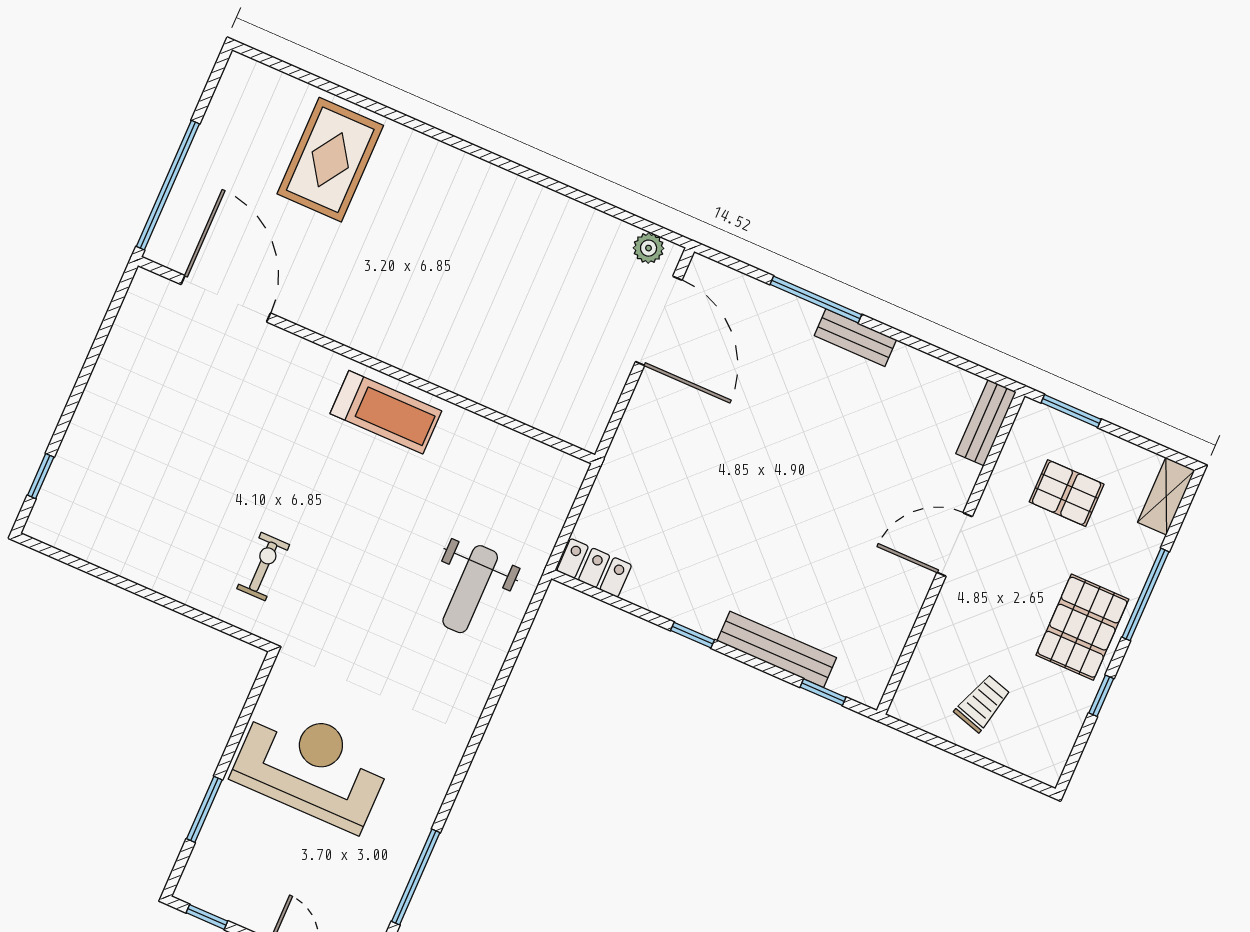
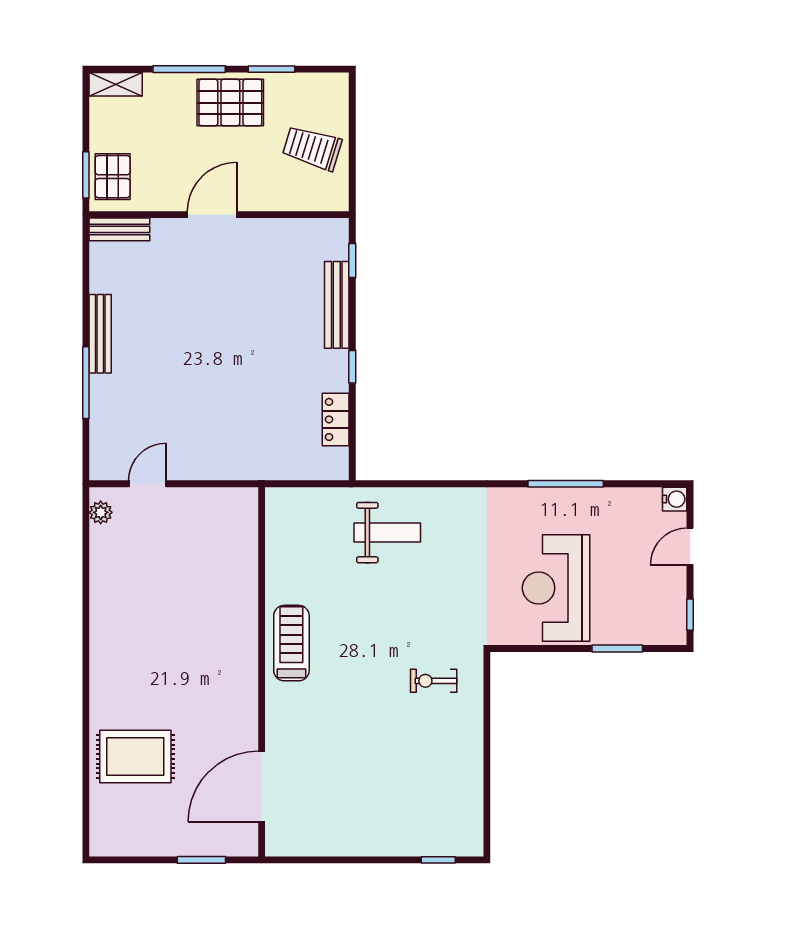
window: (168, 185) -> (201, 860), width x0.47
door: (659, 321) -> (147, 484), width x0.53
bench: (855, 338) -> (100, 334), width x1.36
pallet: (1067, 493) -> (113, 177), moved
door: (955, 544) -> (212, 215), swing flipped
locker: (594, 568) -> (336, 419), moved
window: (1101, 696) -> (272, 69), width x1.50
trolley: (983, 703) -> (312, 148), width x1.36, depth x1.39
window: (416, 877) -> (566, 484), moved

